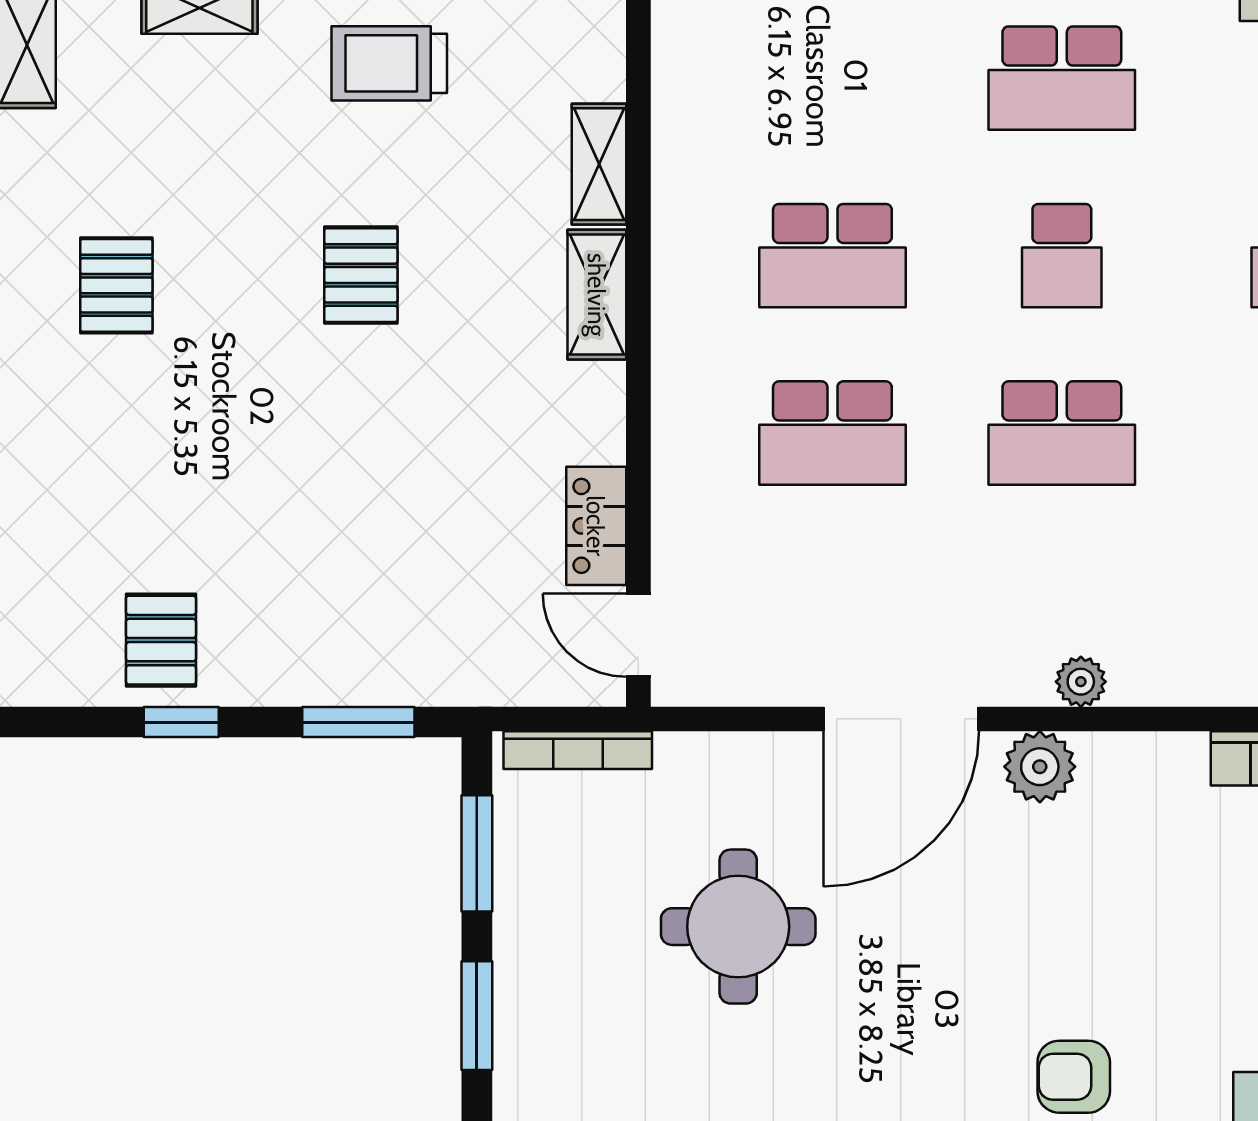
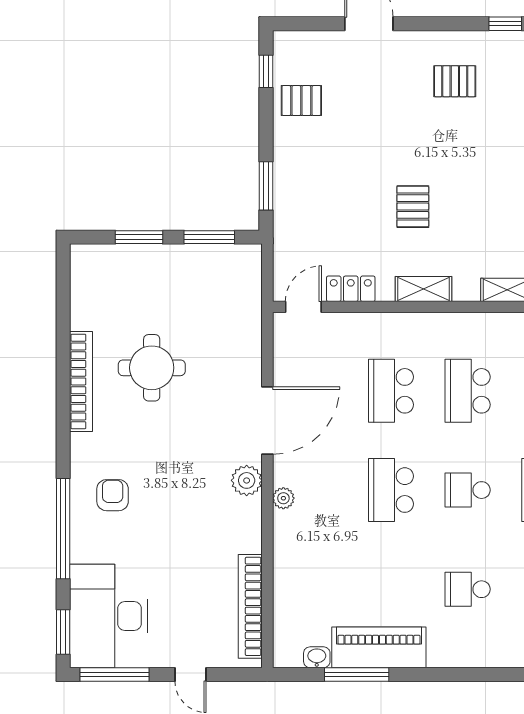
pallet: (361, 275) -> (413, 207), moved, turned 90
shelving: (597, 295) -> (424, 289), moved
door: (901, 719) -> (267, 421), swing flipped
window: (181, 722) -> (266, 71), moved
bookcase: (578, 750) -> (254, 281), removed
round table: (738, 927) -> (152, 368), moved

